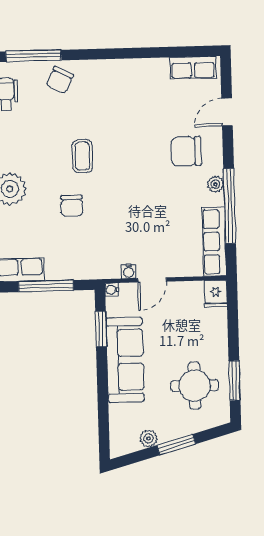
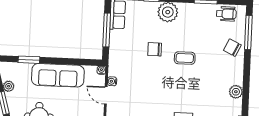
plant: (131, 69) -> (236, 92), added
window: (101, 329) -> (29, 60), moved

